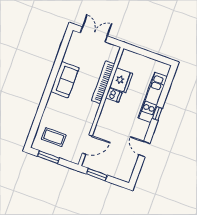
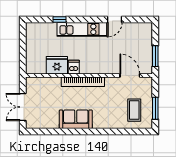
bookcase: (103, 82) -> (83, 82), moved
kitchen unit: (153, 97) -> (82, 29), moved
window: (157, 113) -> (60, 19), moved

